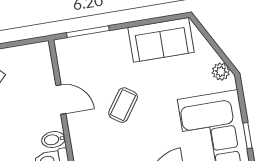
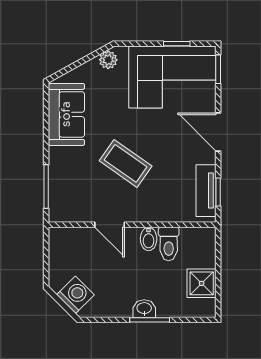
door: (61, 99) -> (110, 225), swing flipped
coffee table: (123, 105) -> (126, 163), width x1.36, depth x1.30

